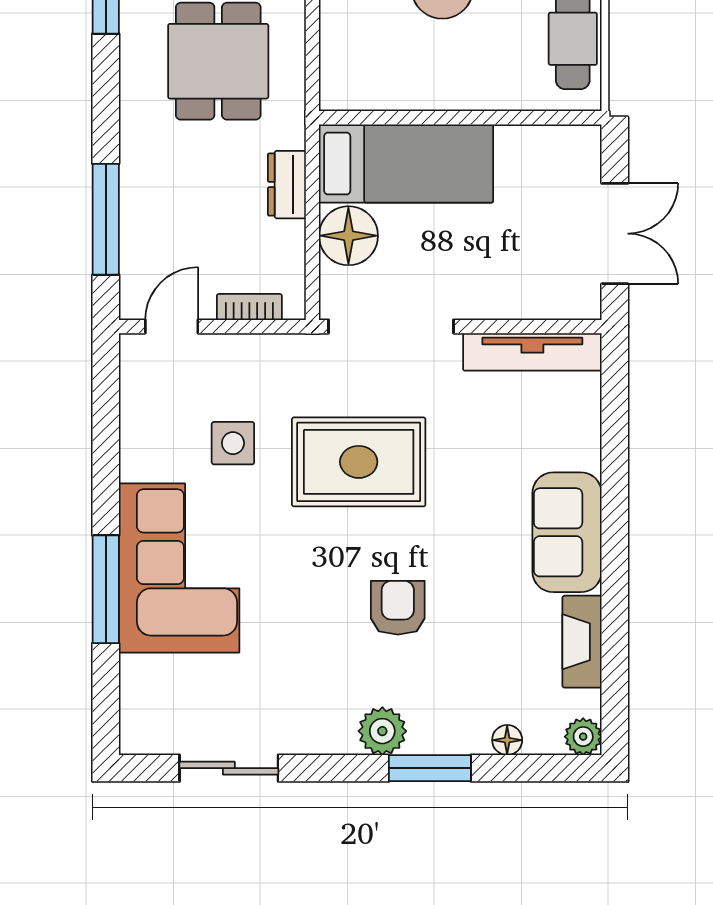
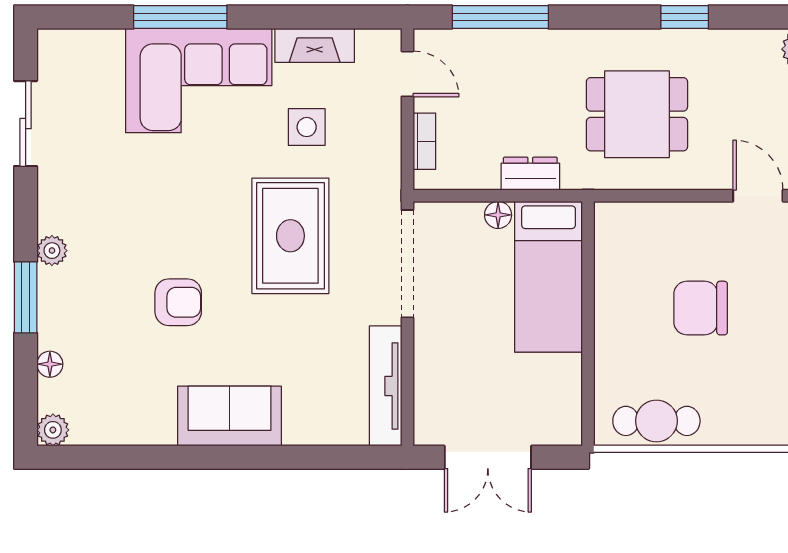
floor lamp: (348, 236) -> (498, 215), width x0.53, depth x0.53
armchair: (398, 608) -> (178, 302), moved
fireplace: (582, 642) -> (315, 45), moved, turned 180
plant: (382, 731) -> (52, 251), width x0.73, depth x0.73

